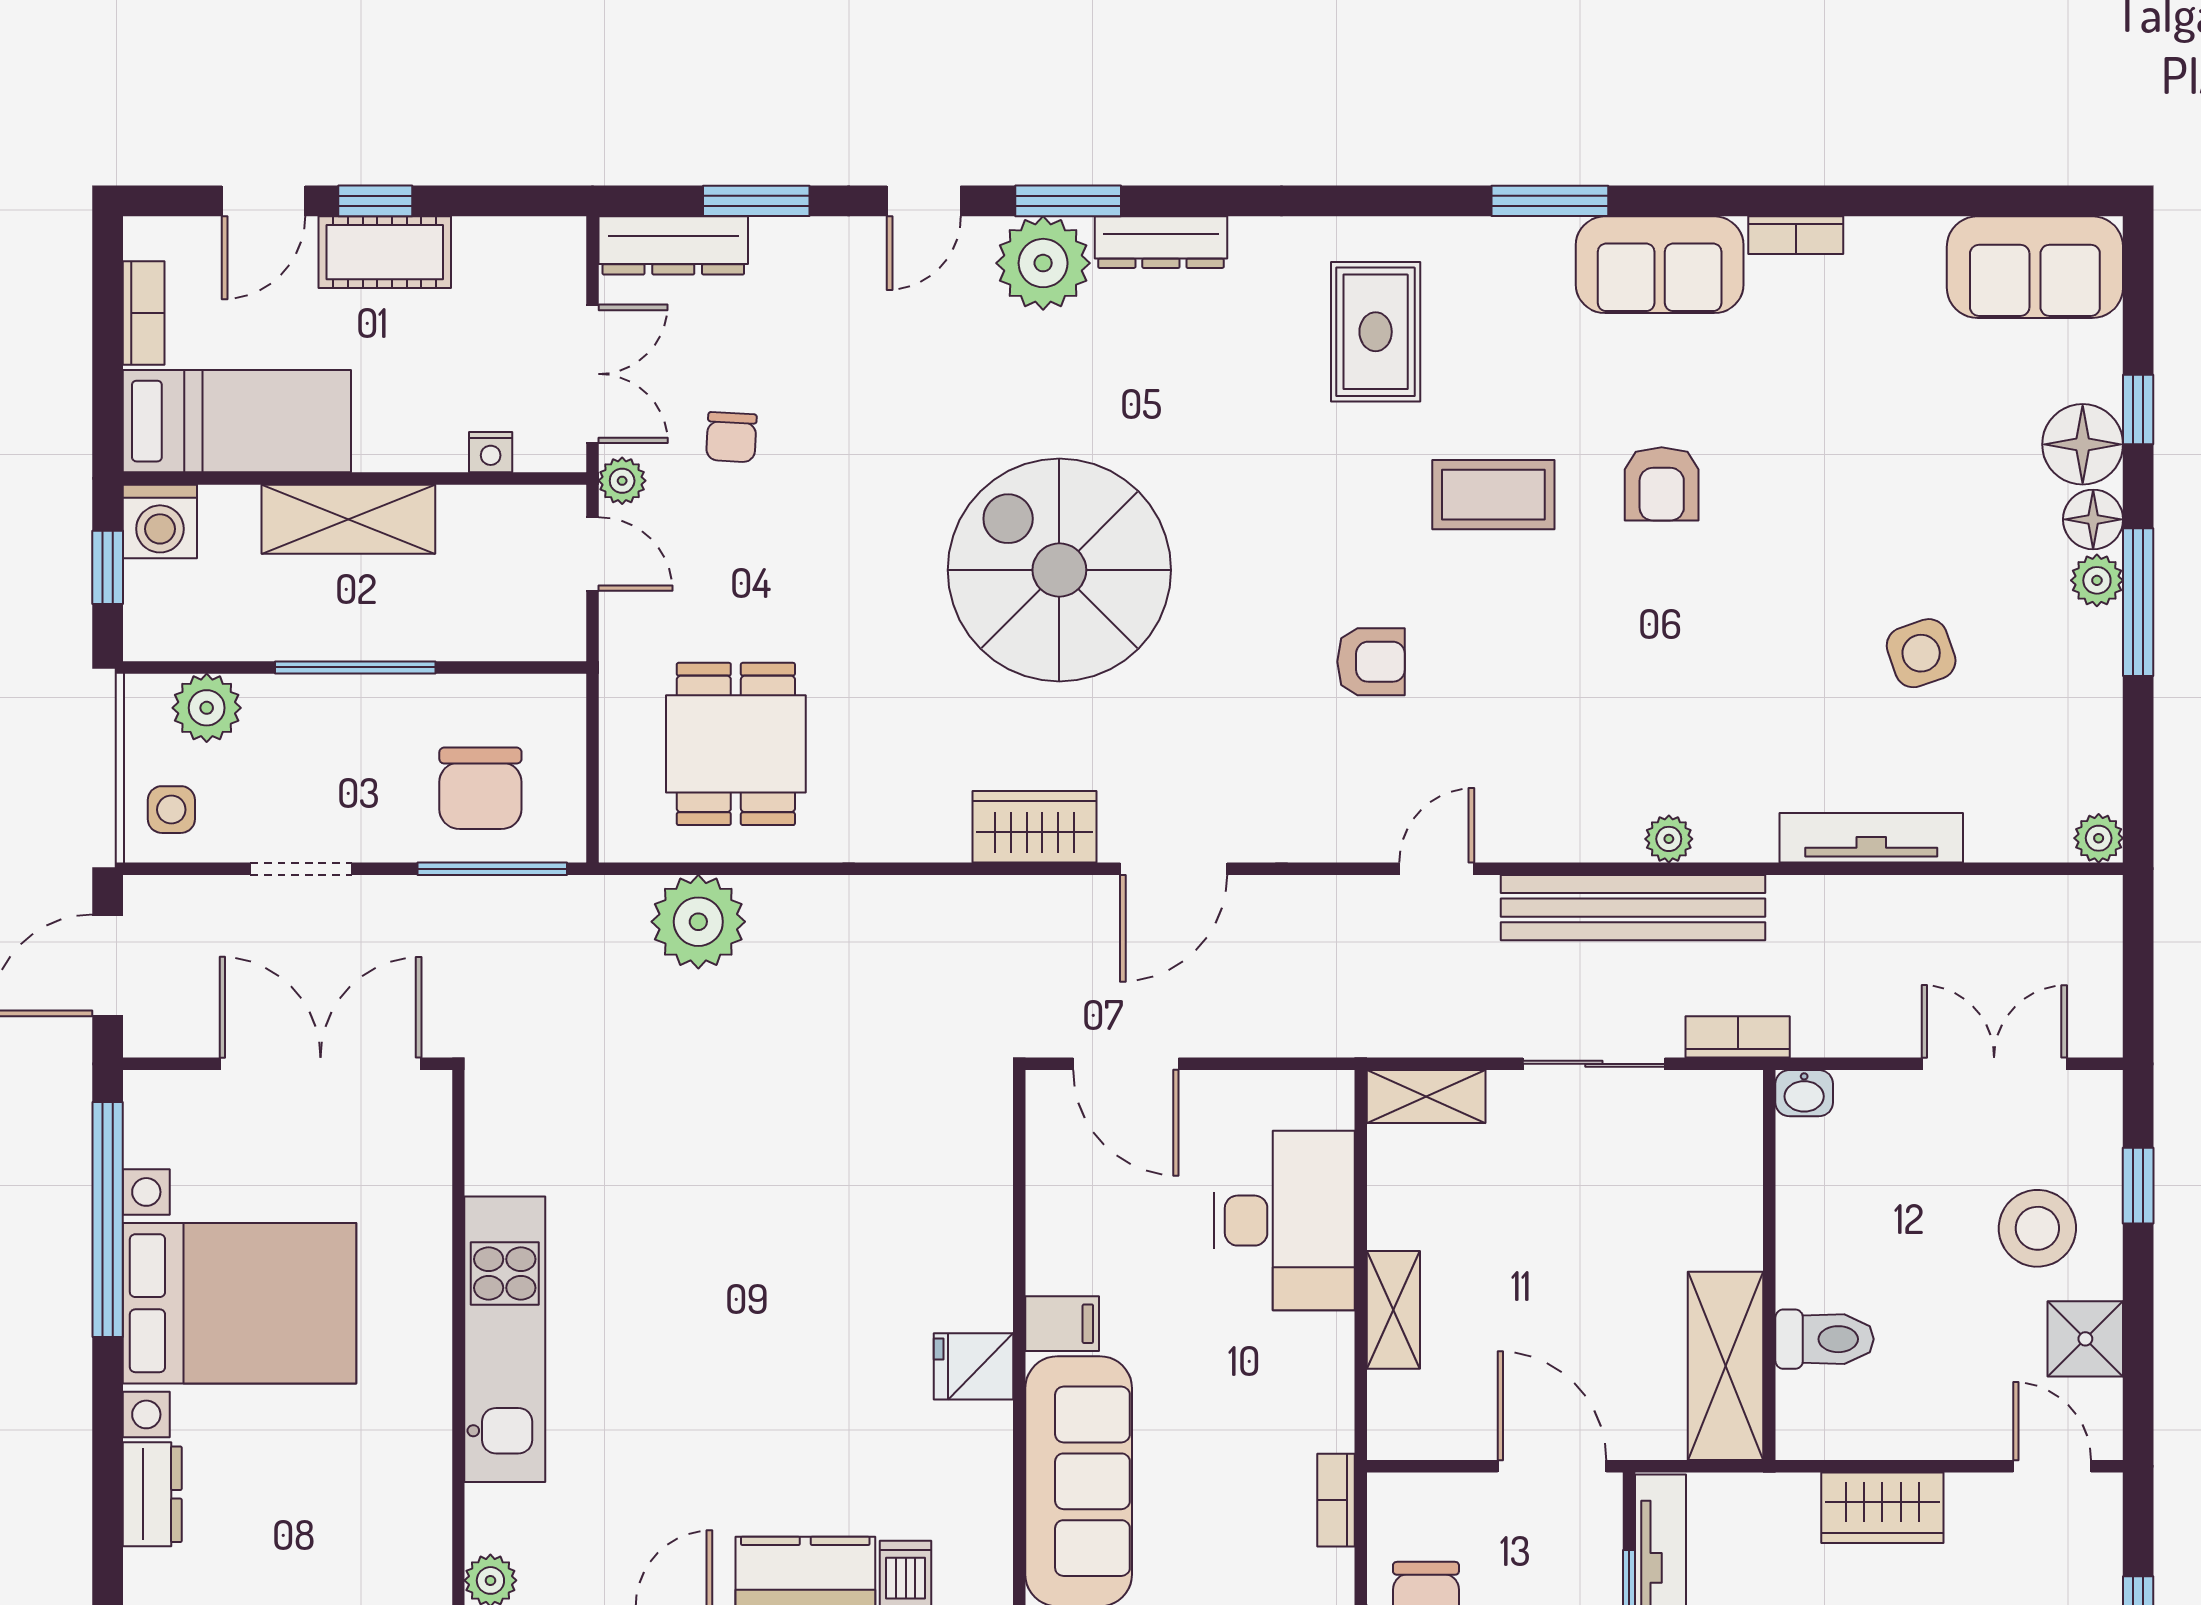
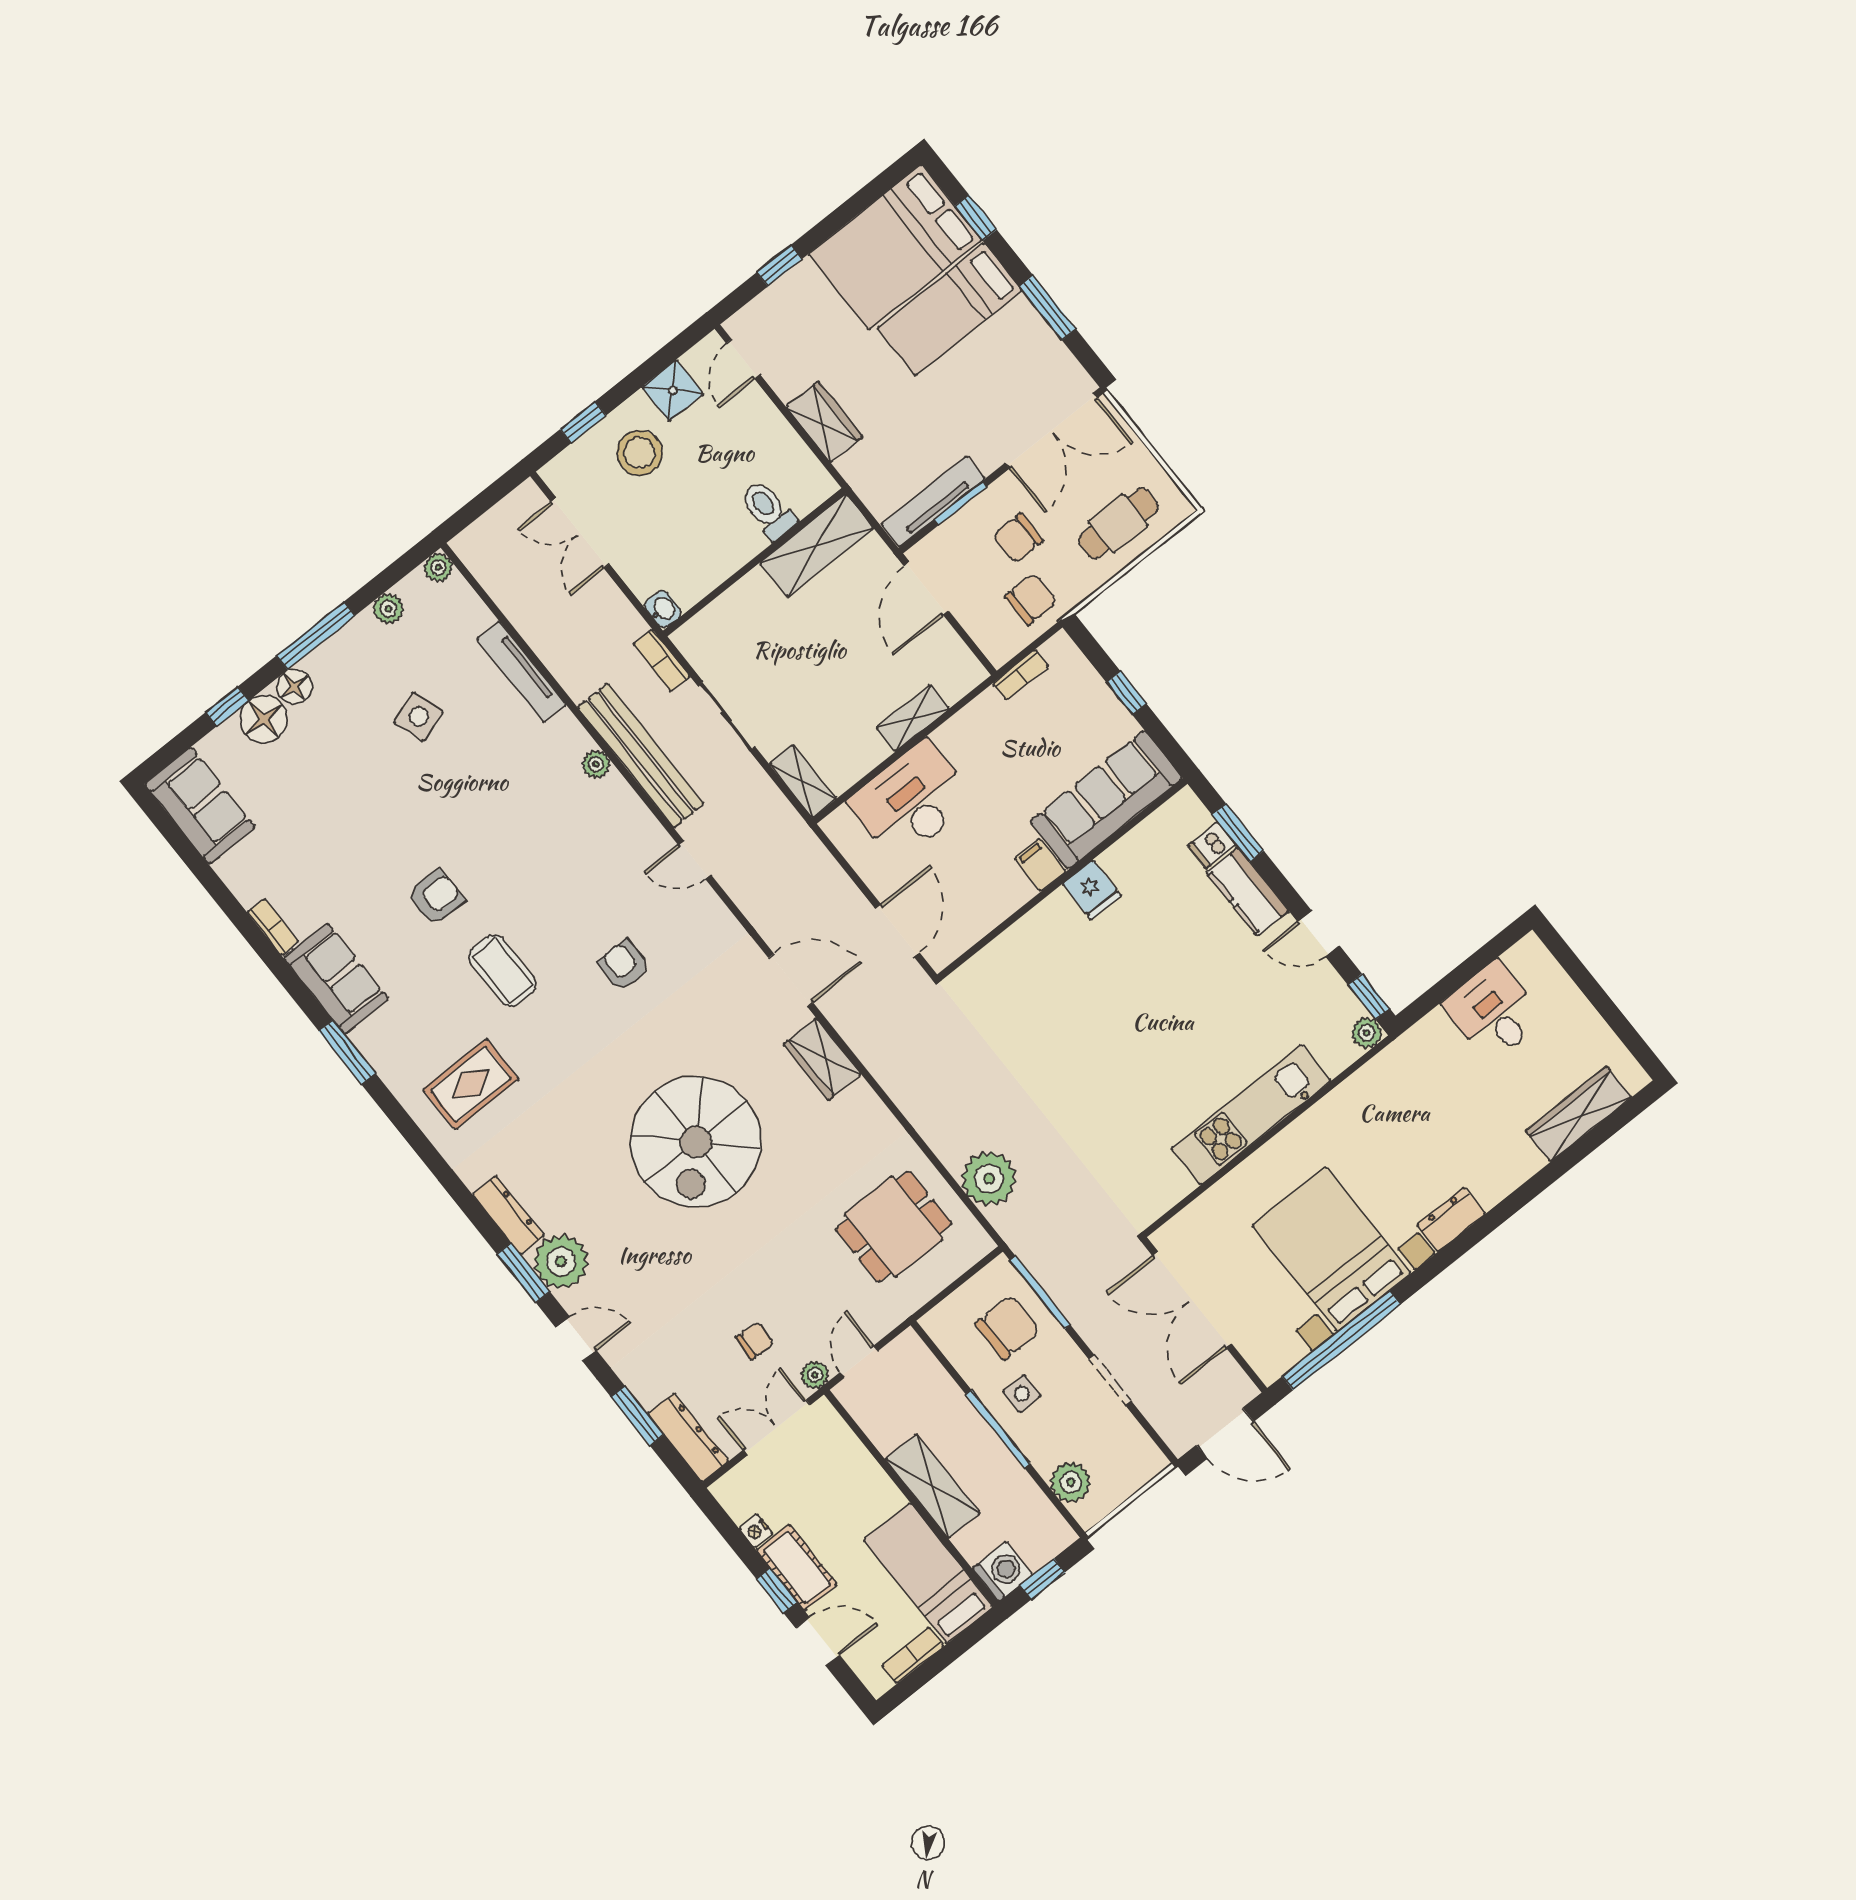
nightstand: (491, 452) -> (756, 1531), moved, turned 180
plant: (2097, 580) -> (388, 609), moved
side table: (171, 810) -> (1022, 1394), moved

